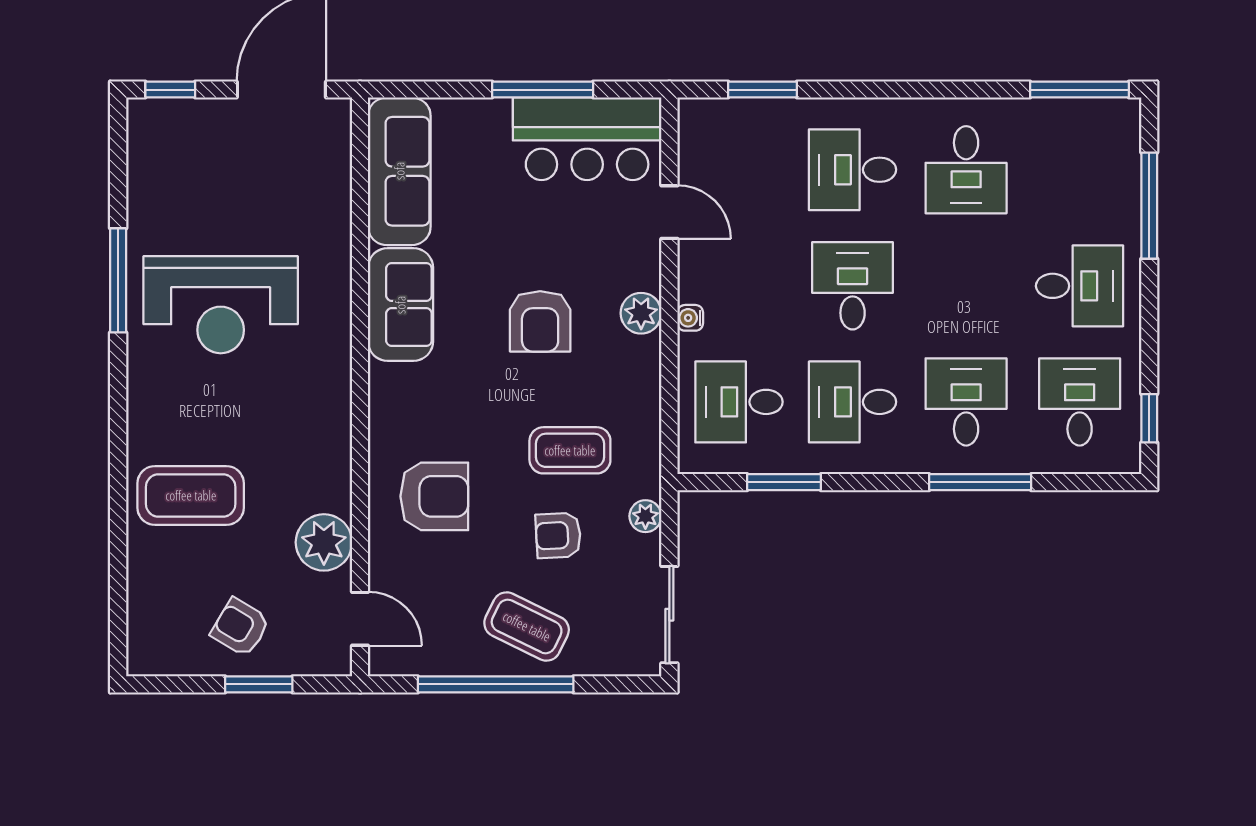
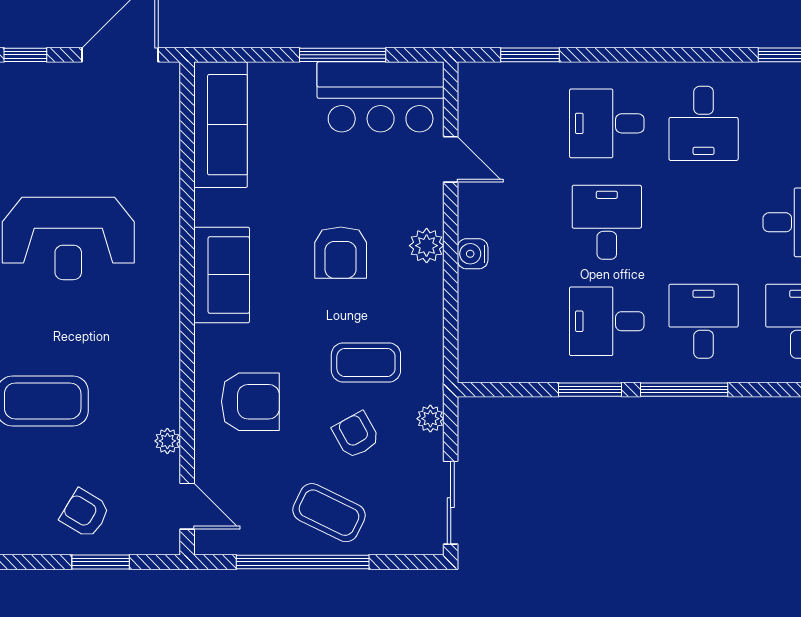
sofa: (400, 305) -> (222, 275), moved
water cooler: (690, 318) -> (473, 254), width x1.38, depth x1.38
desk: (739, 402) -> (510, 321), removed
window: (784, 482) -> (590, 390), moved
window: (980, 482) -> (684, 390), moved
armchair: (558, 535) -> (356, 435), turned 64
plant: (324, 542) -> (167, 441), width x0.53, depth x0.53

